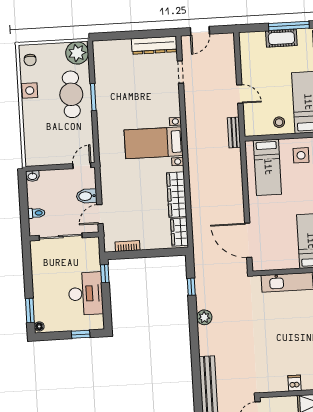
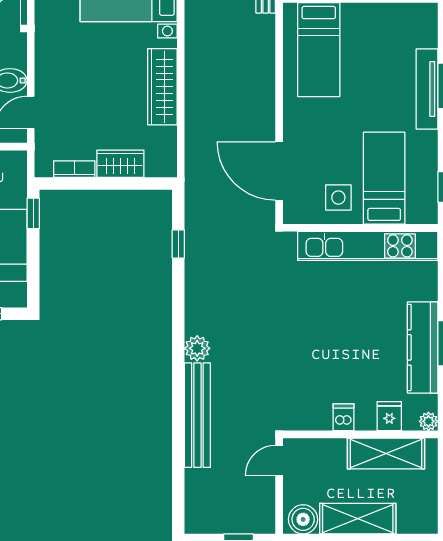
side table: (301, 155) -> (338, 198), moved
wardrobe: (179, 232) -> (120, 164), moved, turned 90
plant: (204, 317) -> (197, 348), moved

